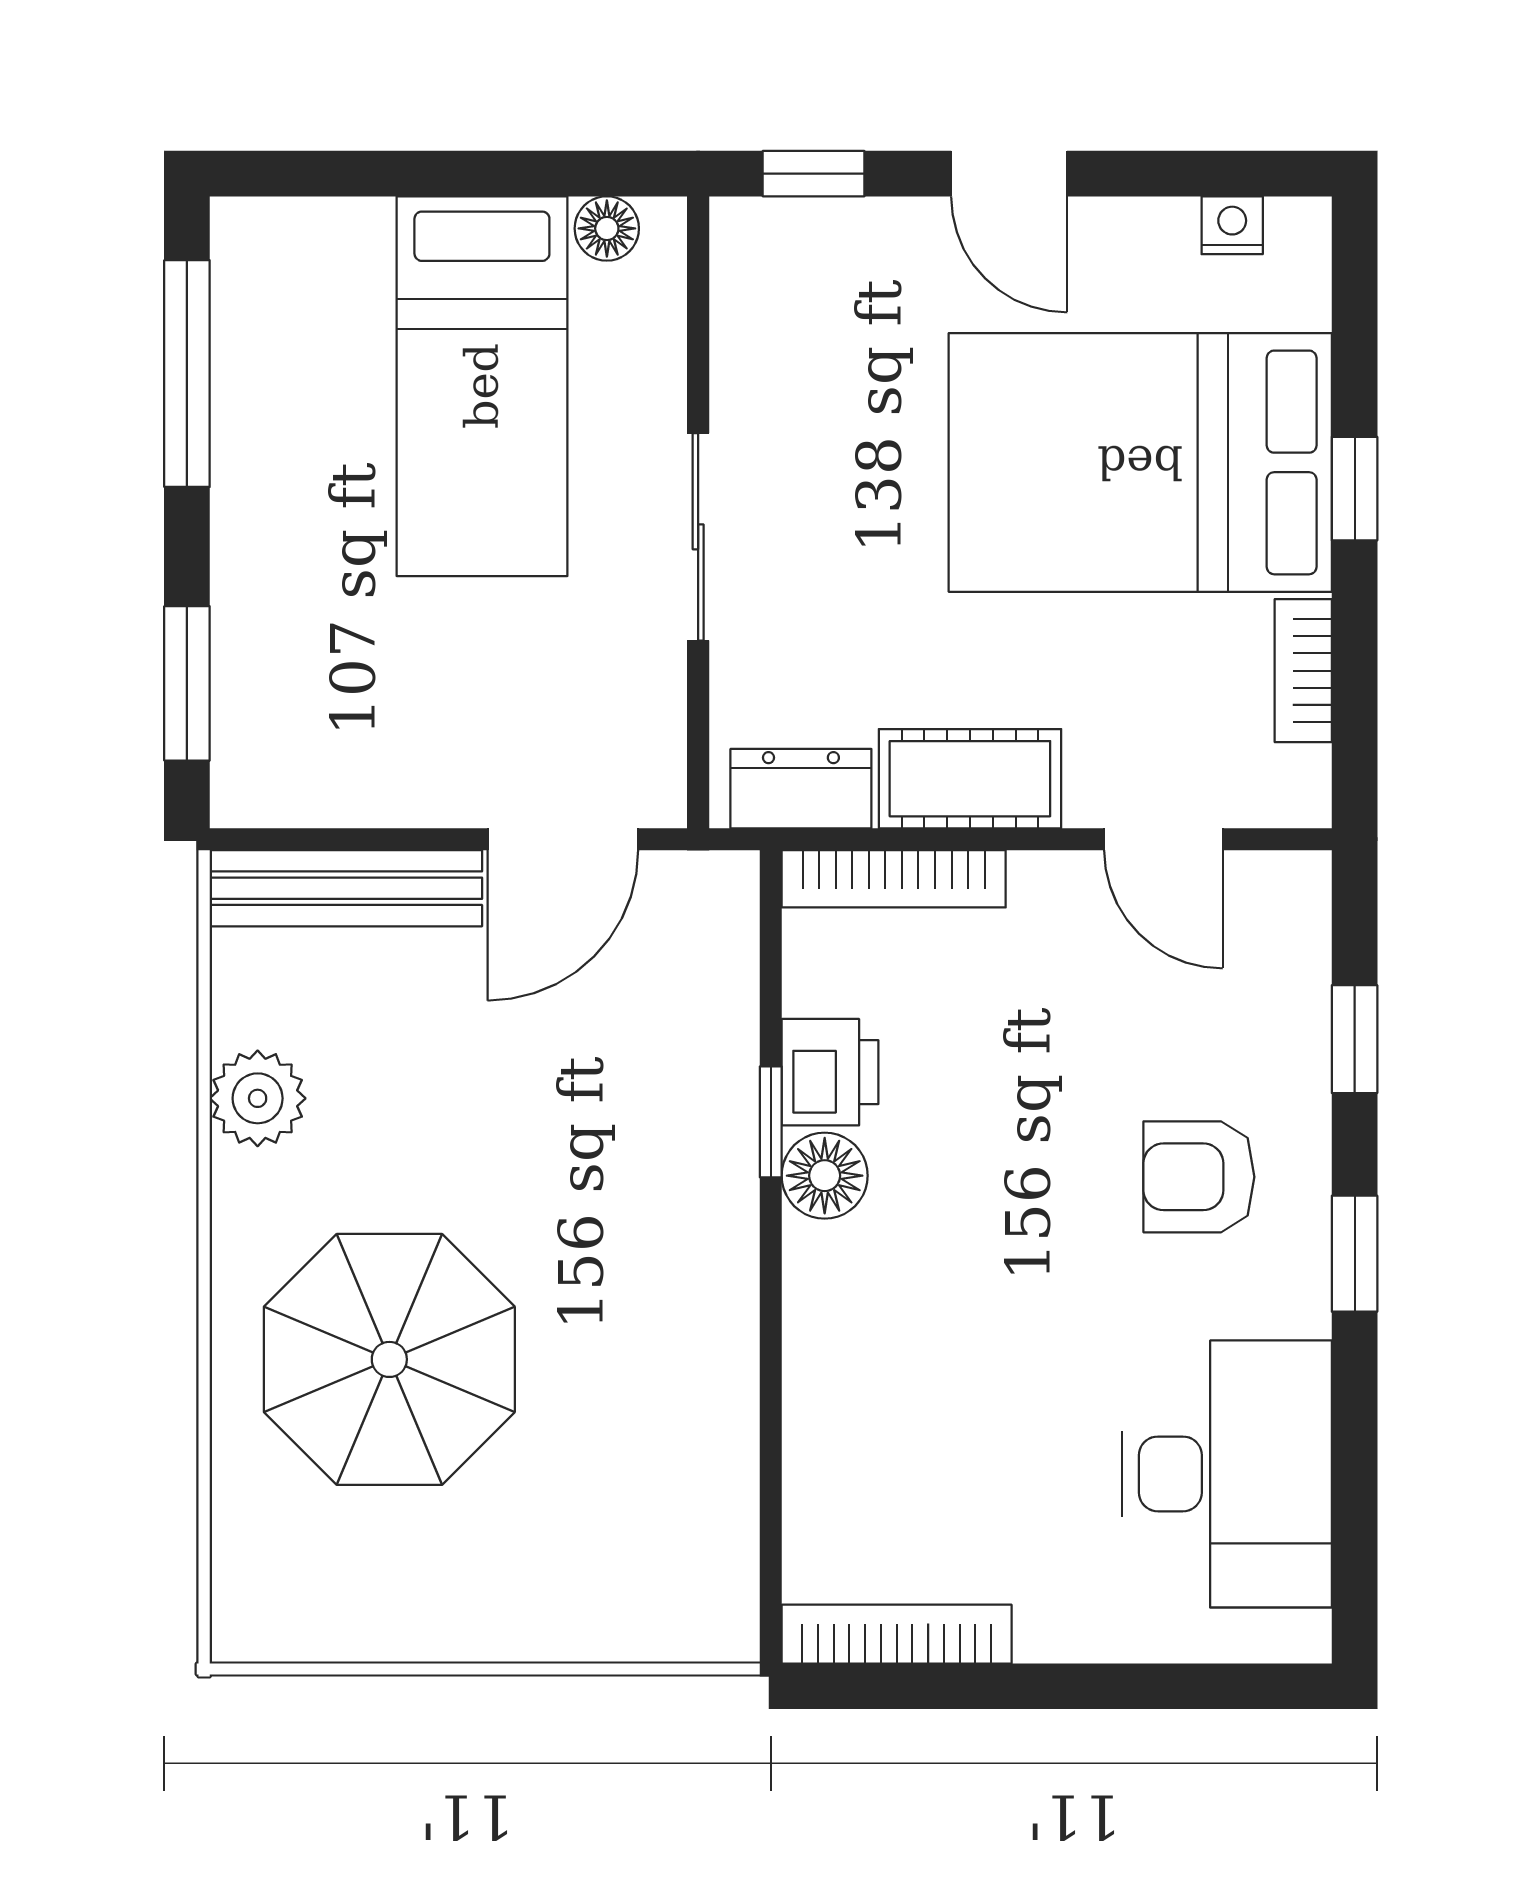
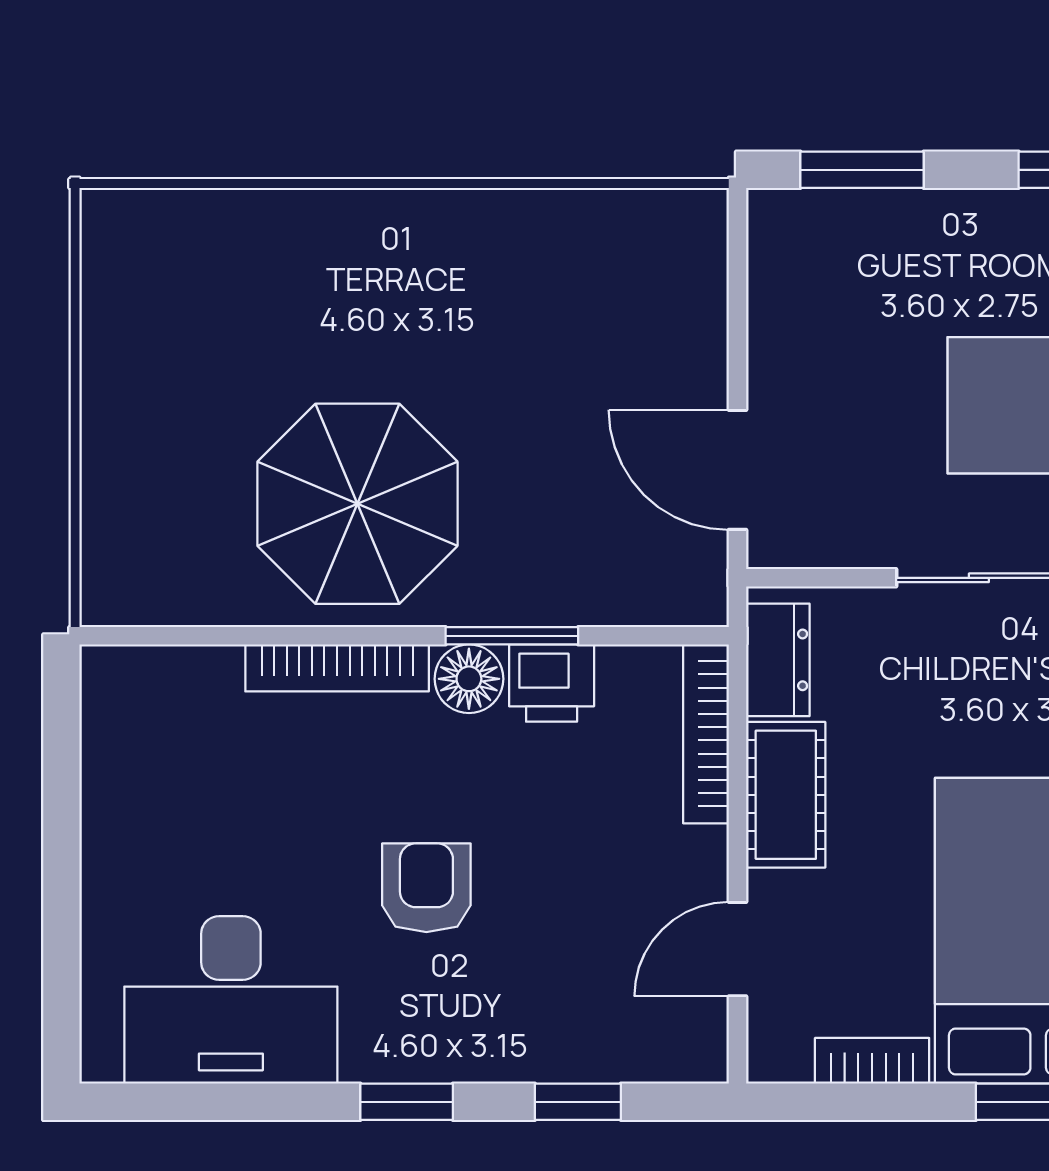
bench: (346, 888) -> (698, 297), removed
plant: (258, 1098) -> (531, 226), removed
window: (771, 1122) -> (512, 636), width x1.50
armchair: (1199, 1177) -> (426, 888), moved
parasol: (389, 1359) -> (357, 504), moved
bookcase: (897, 1634) -> (337, 668), moved, turned 90

